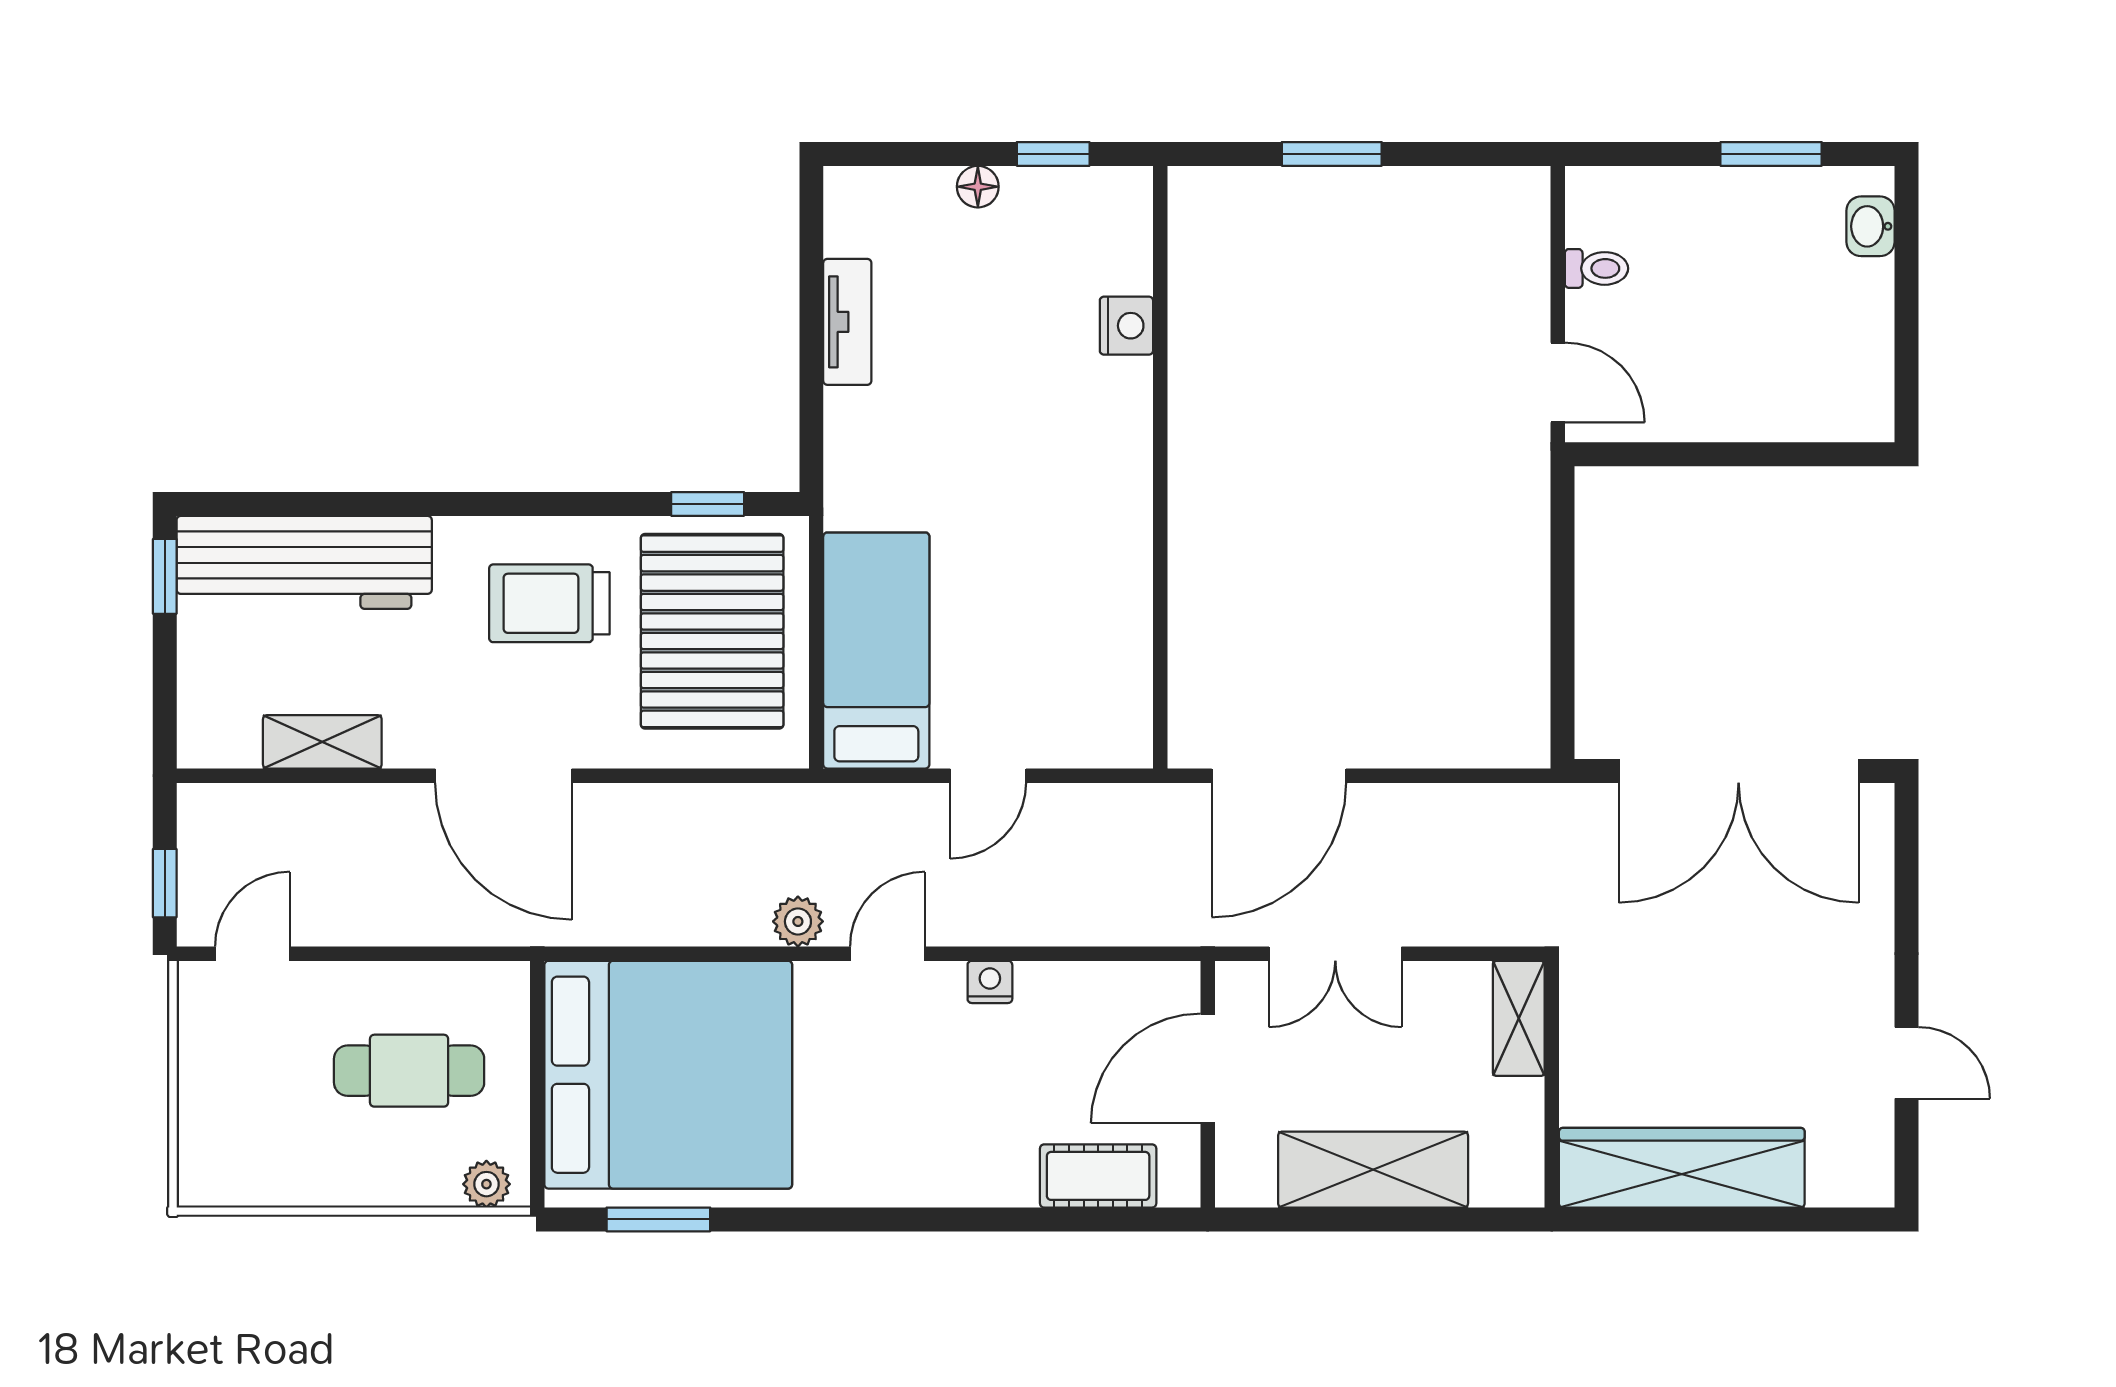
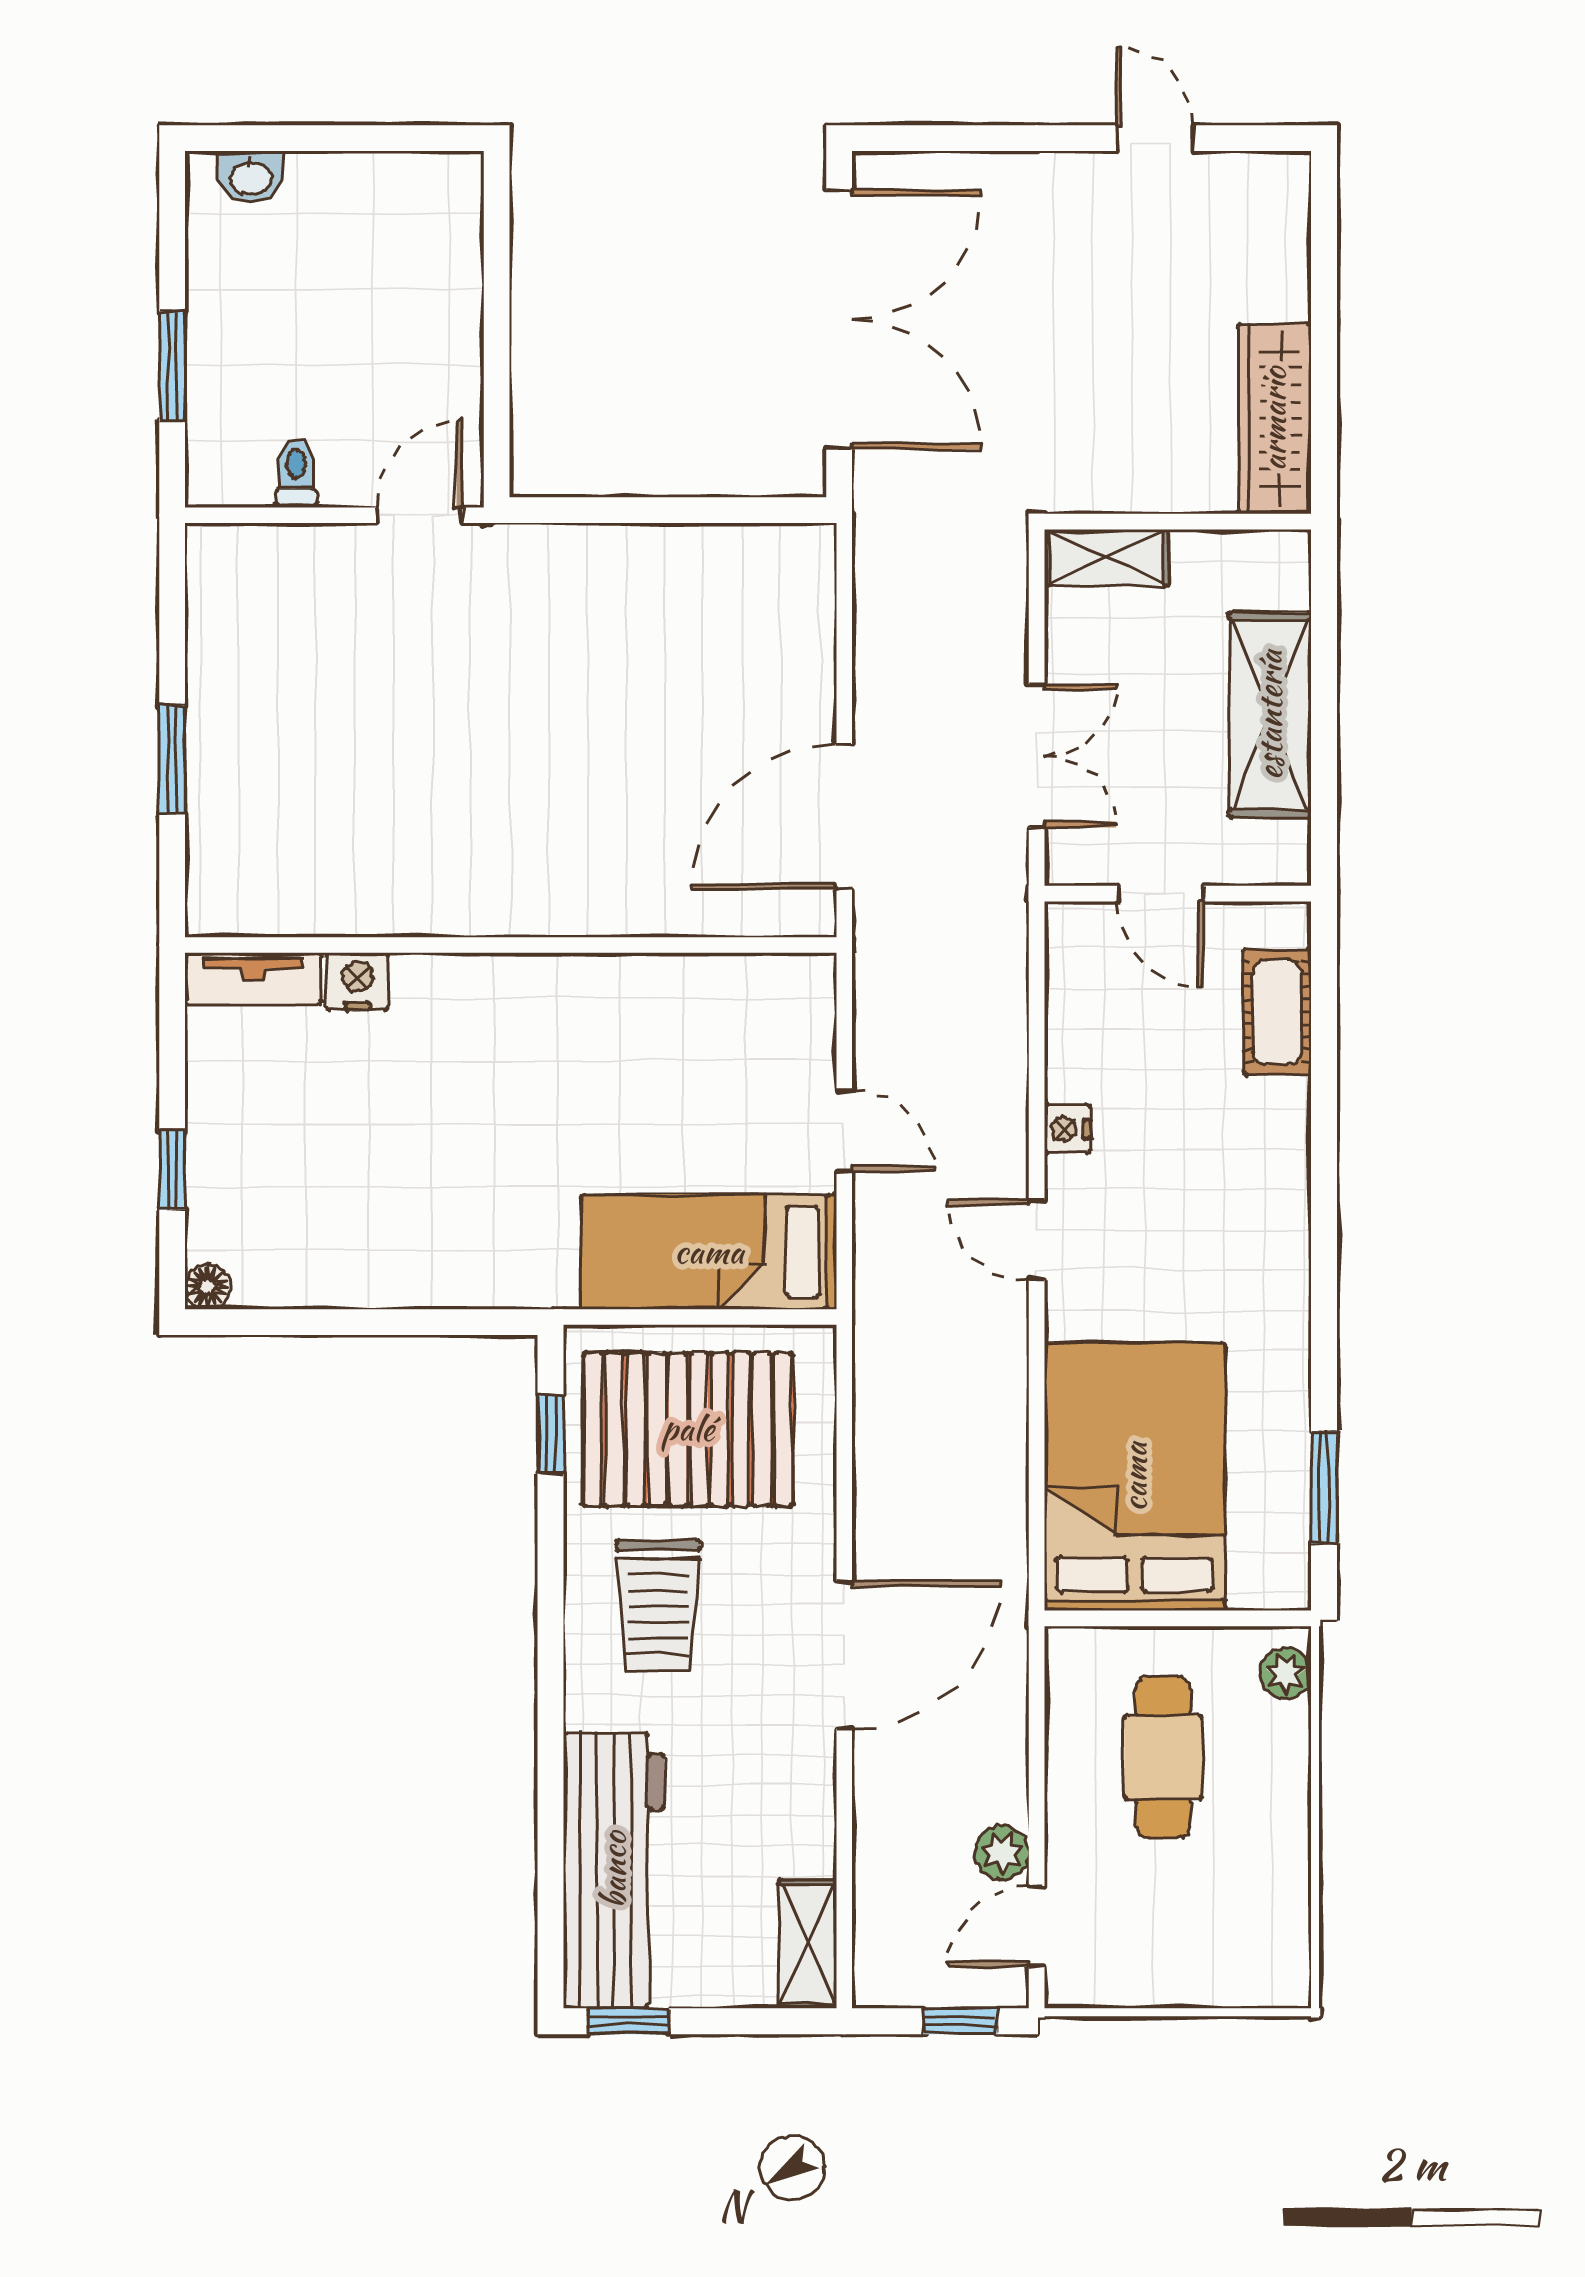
window: (1053, 154) -> (172, 1170), moved
window: (1771, 154) -> (172, 366), moved
floor lamp: (978, 187) -> (207, 1287), moved
tv unit: (847, 322) -> (253, 979), moved, turned 180
shelving: (322, 742) -> (808, 1944), moved
door: (1279, 776) -> (844, 817), swing flipped
plant: (798, 921) -> (1002, 1853), moved
door: (252, 954) -> (1037, 1926), hinge flipped
door: (1906, 1063) -> (1155, 138), hinge flipped
door: (1208, 1068) -> (1161, 894), width x0.73
bed: (668, 1075) -> (1135, 1477), width x0.73
wardrobe: (1682, 1168) -> (1274, 419), width x0.71, depth x0.85

